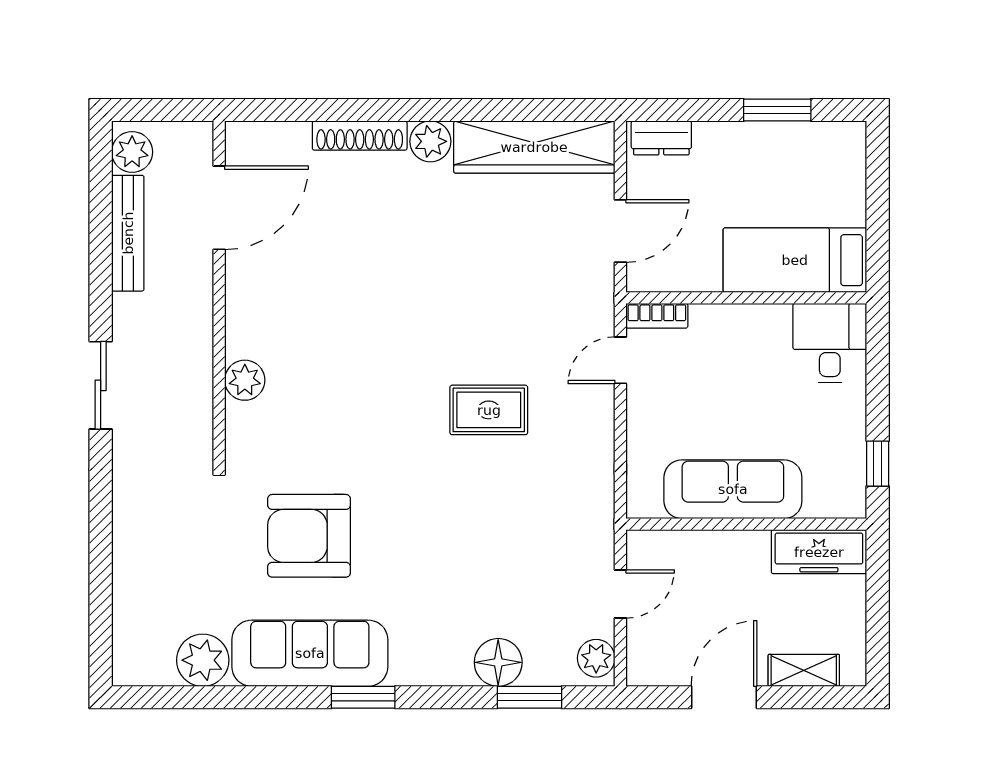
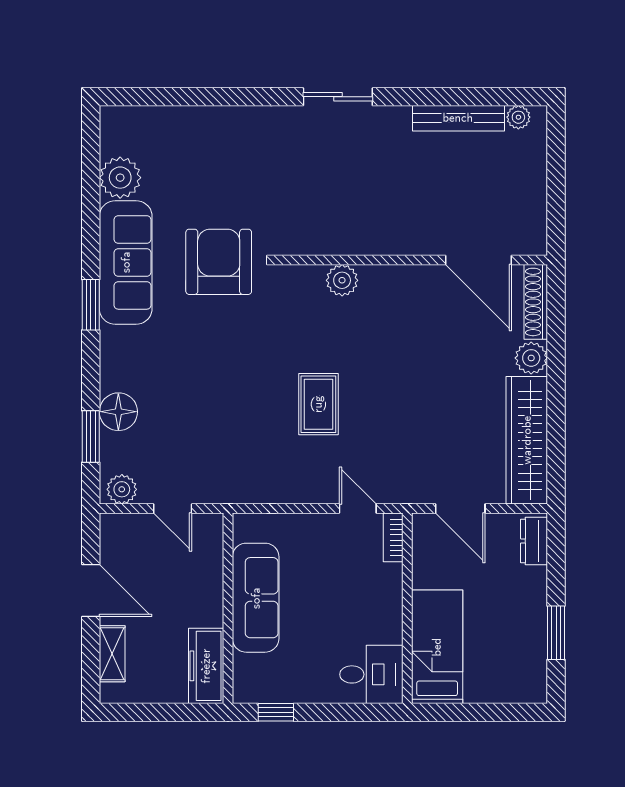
plant: (132, 152) -> (518, 117), width x0.73, depth x0.73
door: (219, 208) -> (479, 260), moved
wall: (219, 292) -> (412, 260), moved
plant: (245, 380) -> (342, 280), moved

